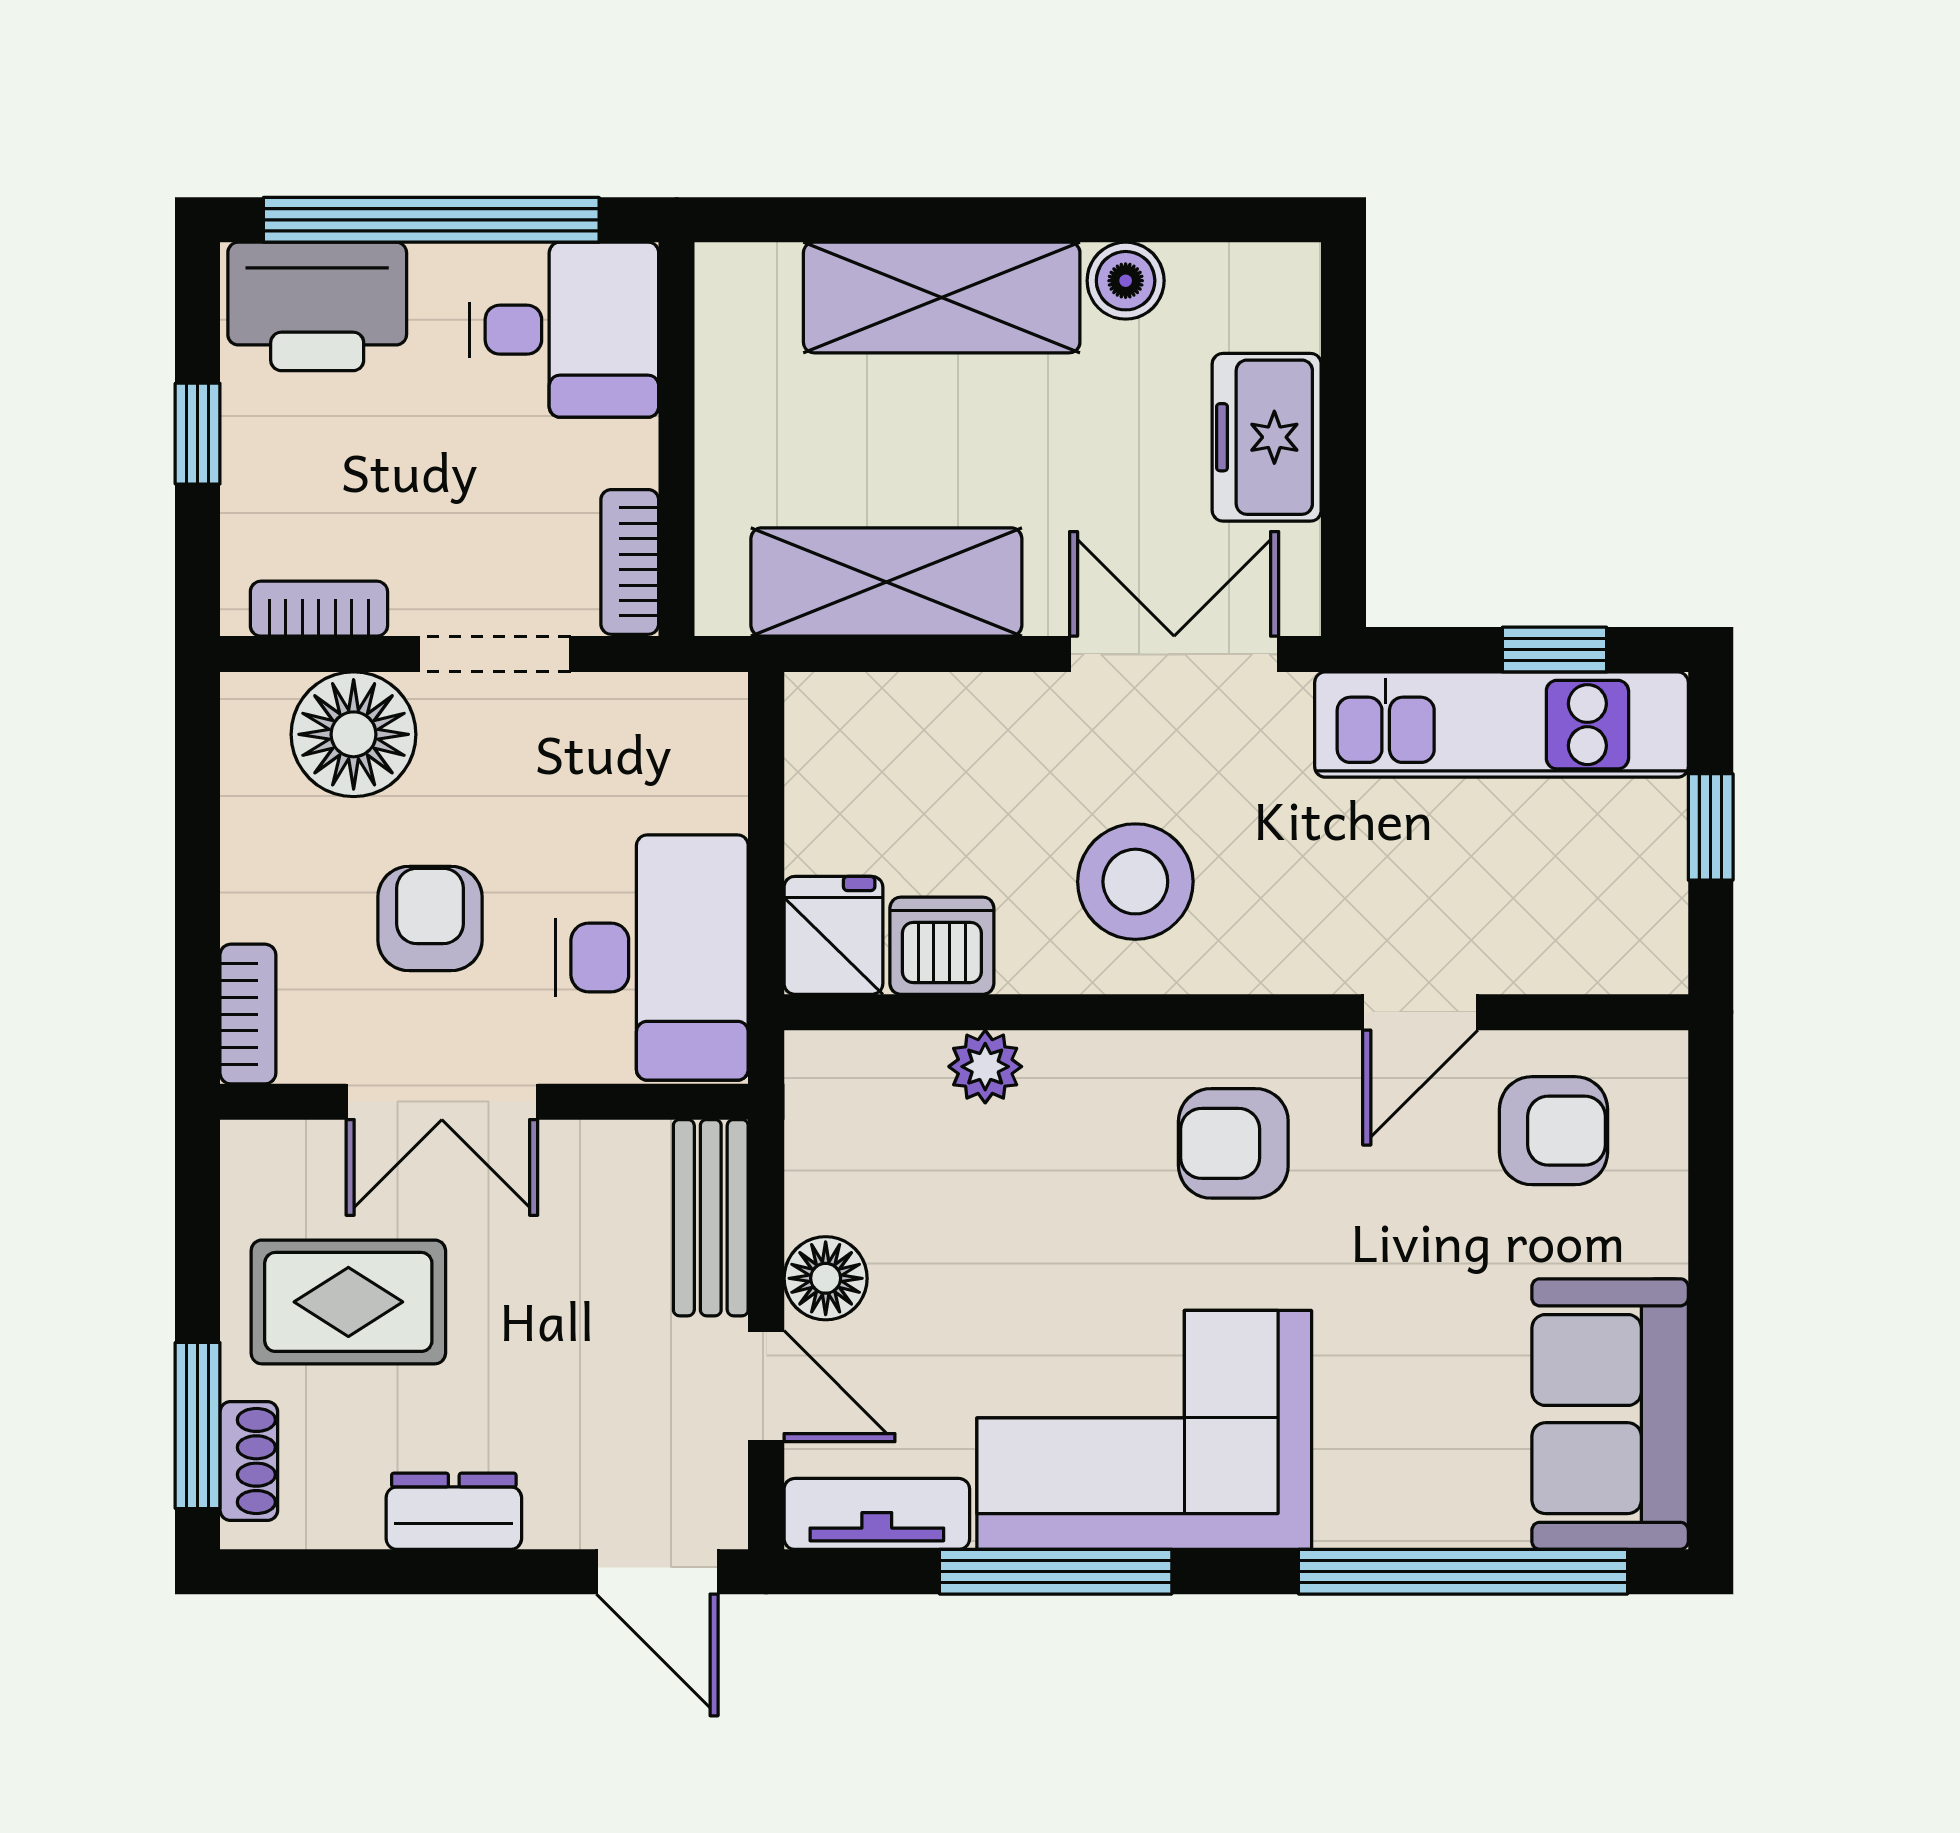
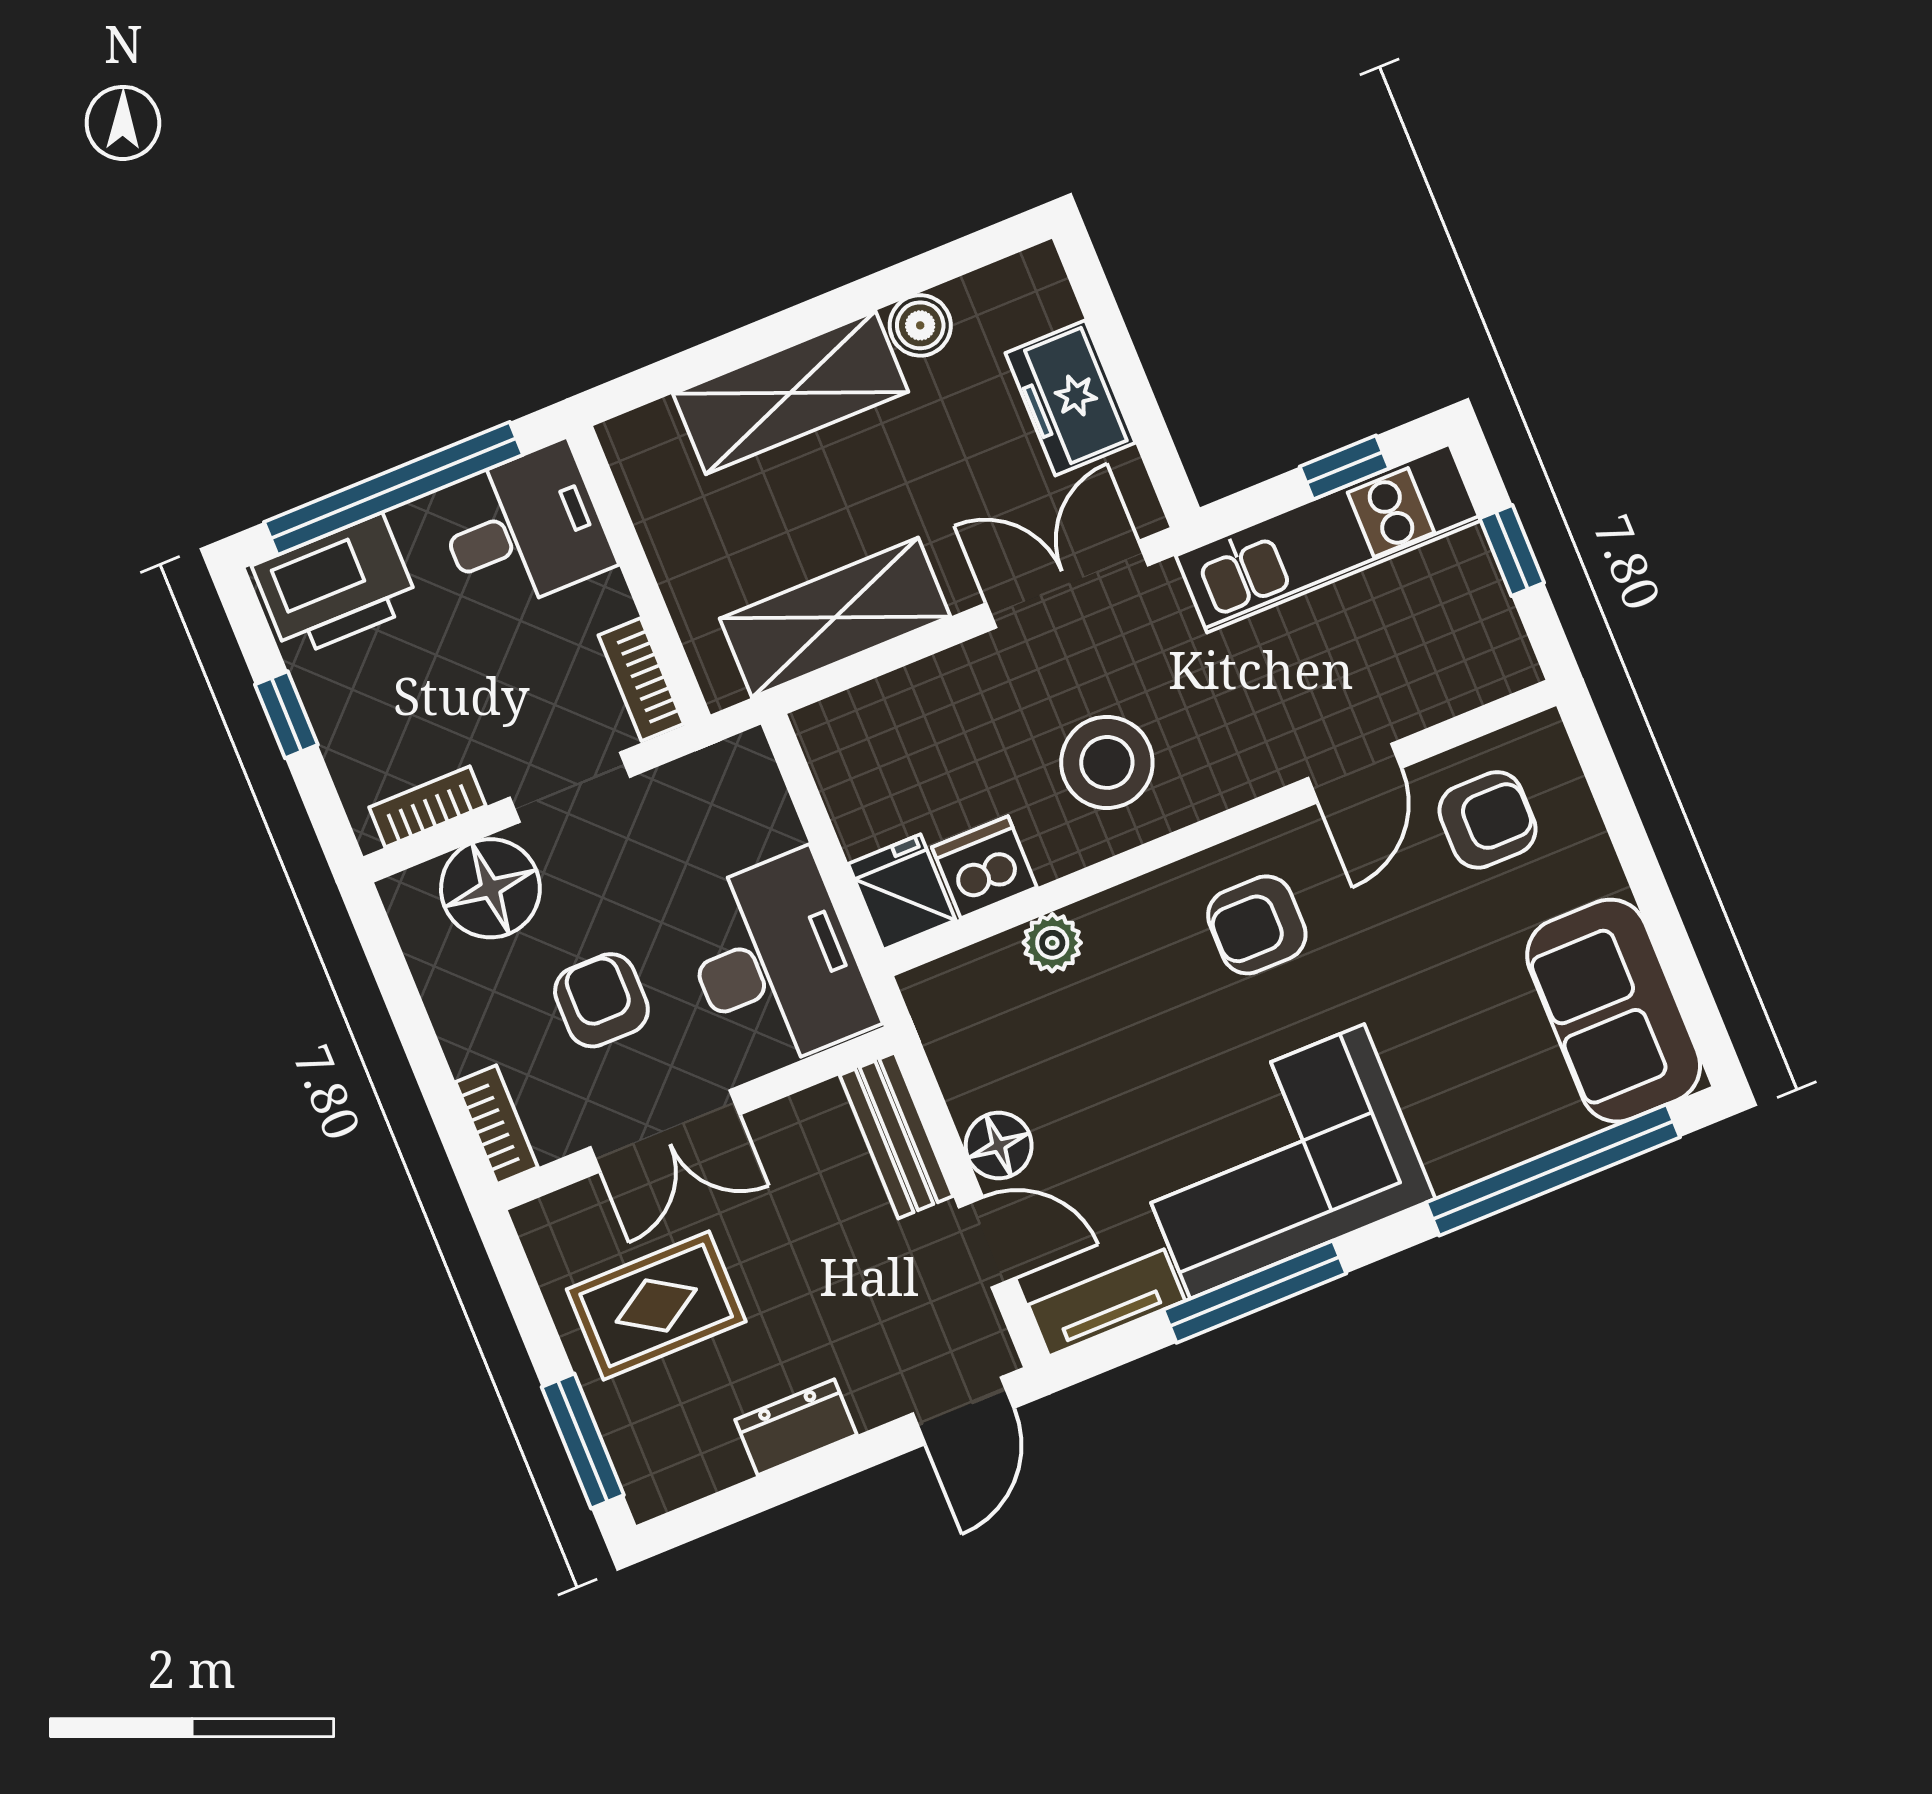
shoe rack: (249, 1461) -> (631, 1452), removed
door: (657, 1572) -> (963, 1411), hinge flipped

